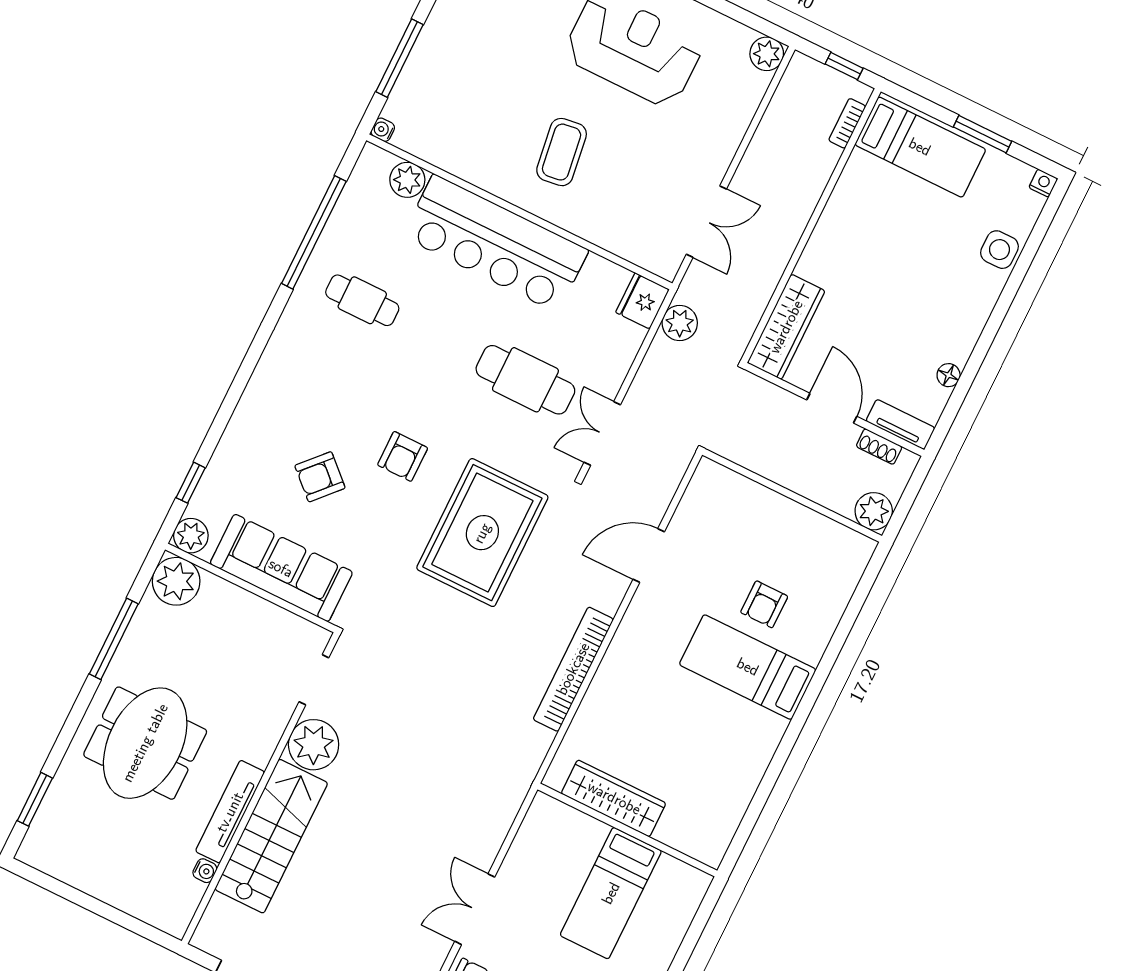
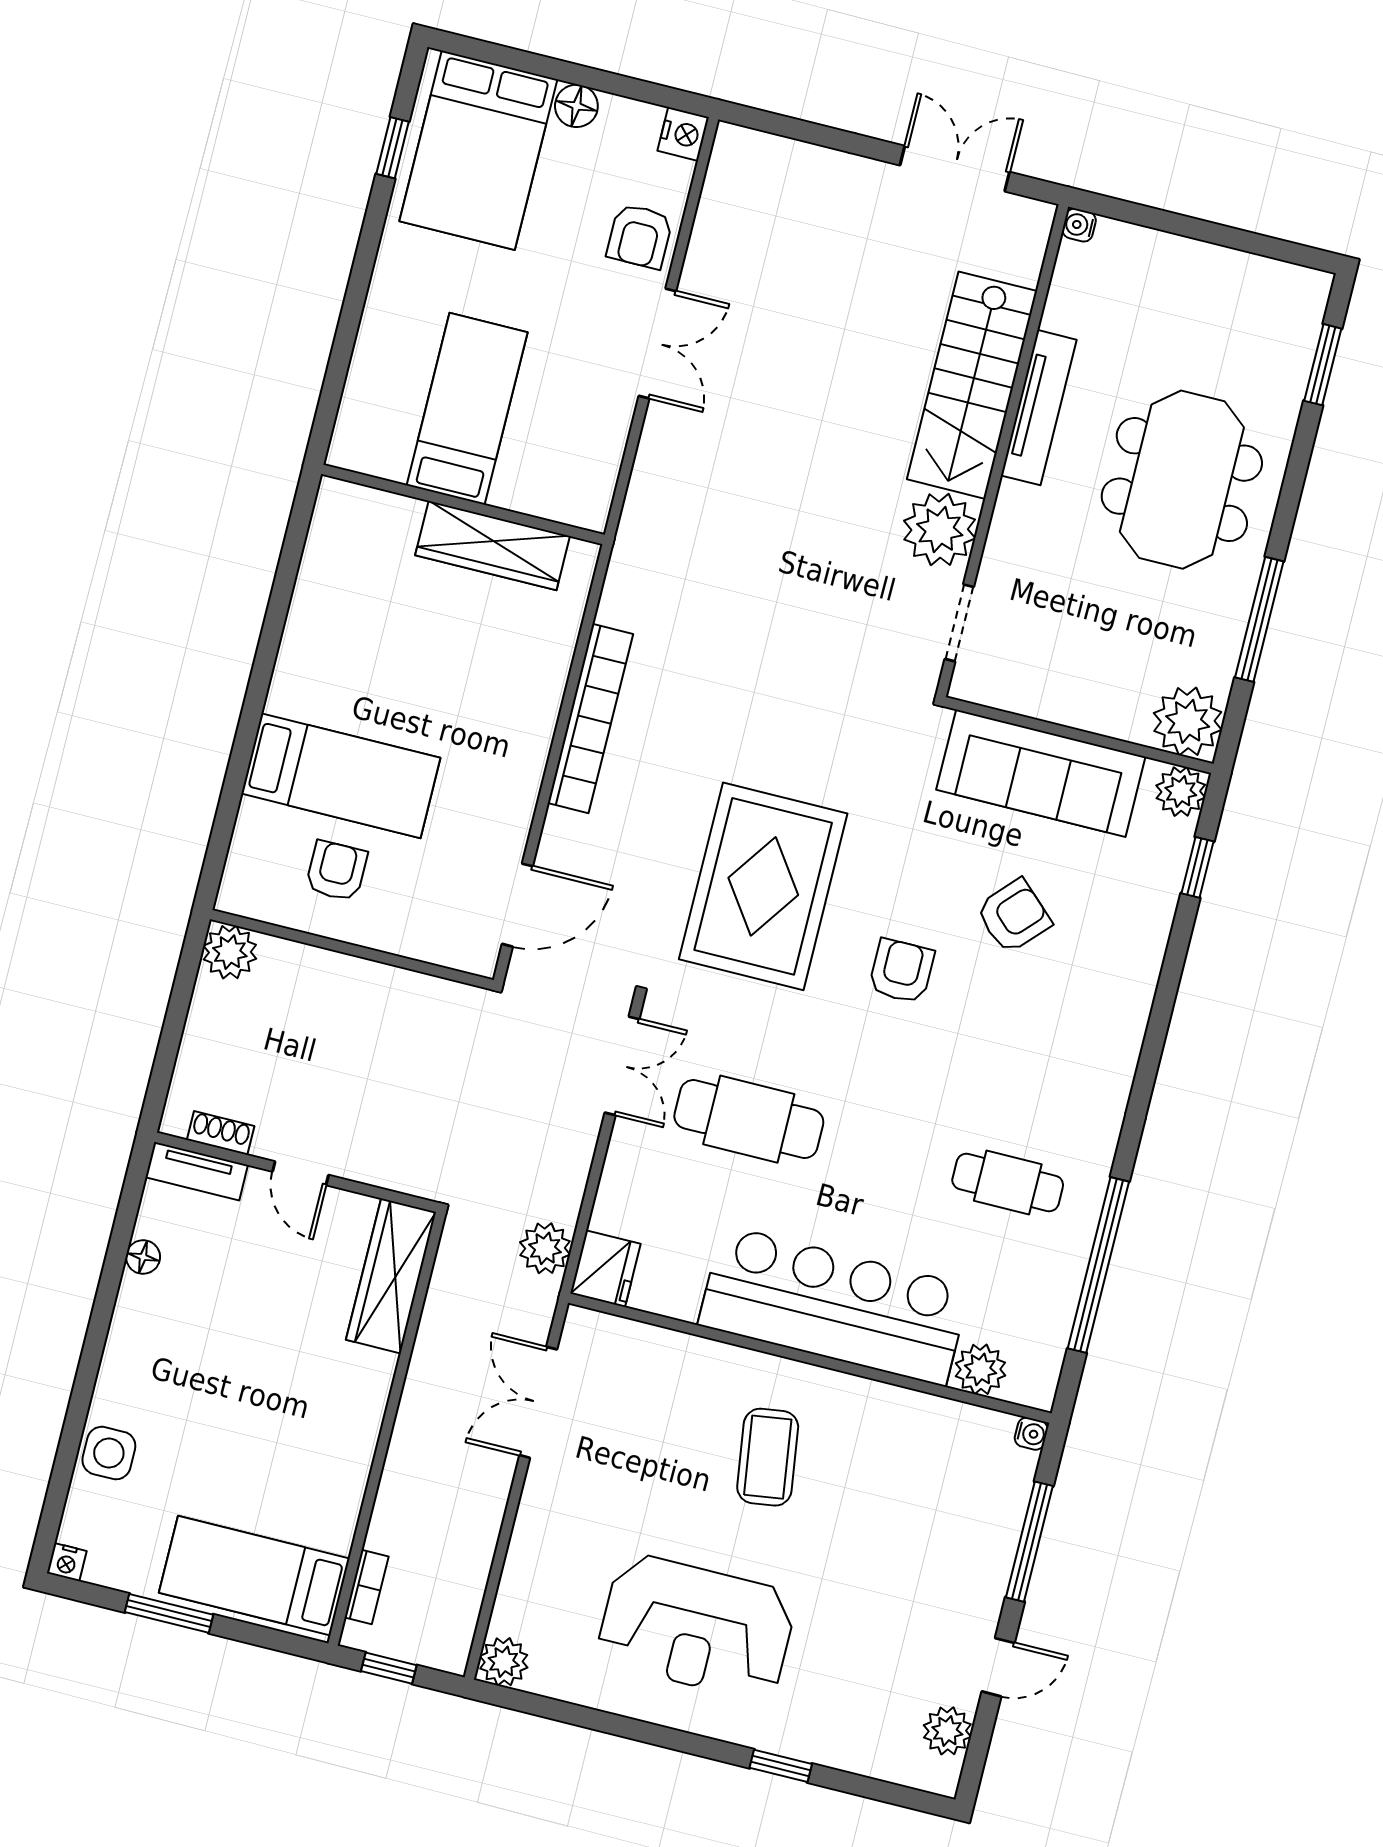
door: (832, 408) -> (300, 1173), width x0.73
wall: (792, 495) -> (352, 950), moved
plant: (874, 511) -> (230, 952), moved
water cooler: (205, 871) -> (1079, 225), moved

